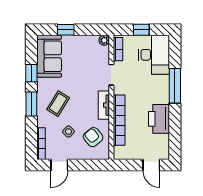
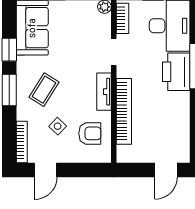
printer: (159, 119) -> (176, 72), moved
armchair: (93, 137) -> (90, 133), turned 130
door: (151, 165) -> (166, 170), hinge flipped

